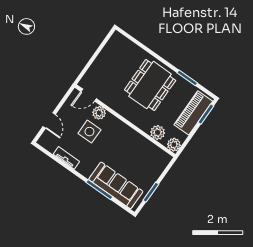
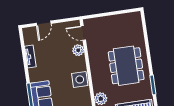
dining table: (150, 85) -> (126, 66), turned 90
side table: (89, 132) -> (80, 79), moved

